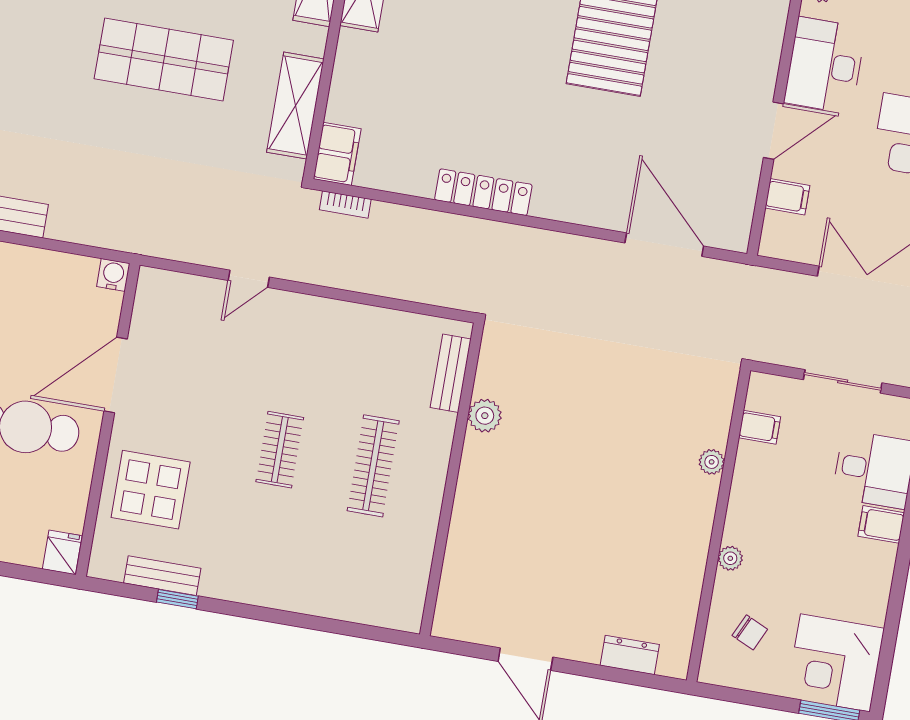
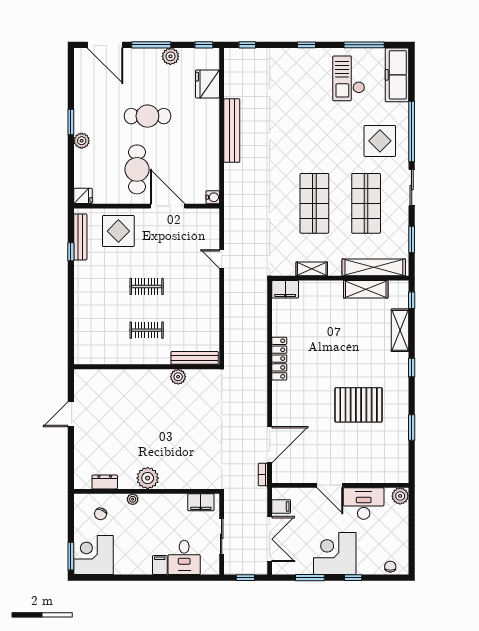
shelving: (295, 106) -> (312, 269), width x0.67, depth x0.75
filing cabinet: (787, 197) -> (281, 506), moved, turned -90
bookcase: (345, 204) -> (263, 475), moved
bench: (451, 373) -> (195, 358), width x1.36
filing cabinet: (760, 427) -> (201, 502), width x2.00
plant: (712, 462) -> (148, 478), moved, width x1.88, depth x1.88
clothes rail: (373, 466) -> (147, 330), width x0.73
bench: (162, 576) -> (80, 237), width x1.36
dresser: (630, 655) -> (105, 482), moved, turned -90

